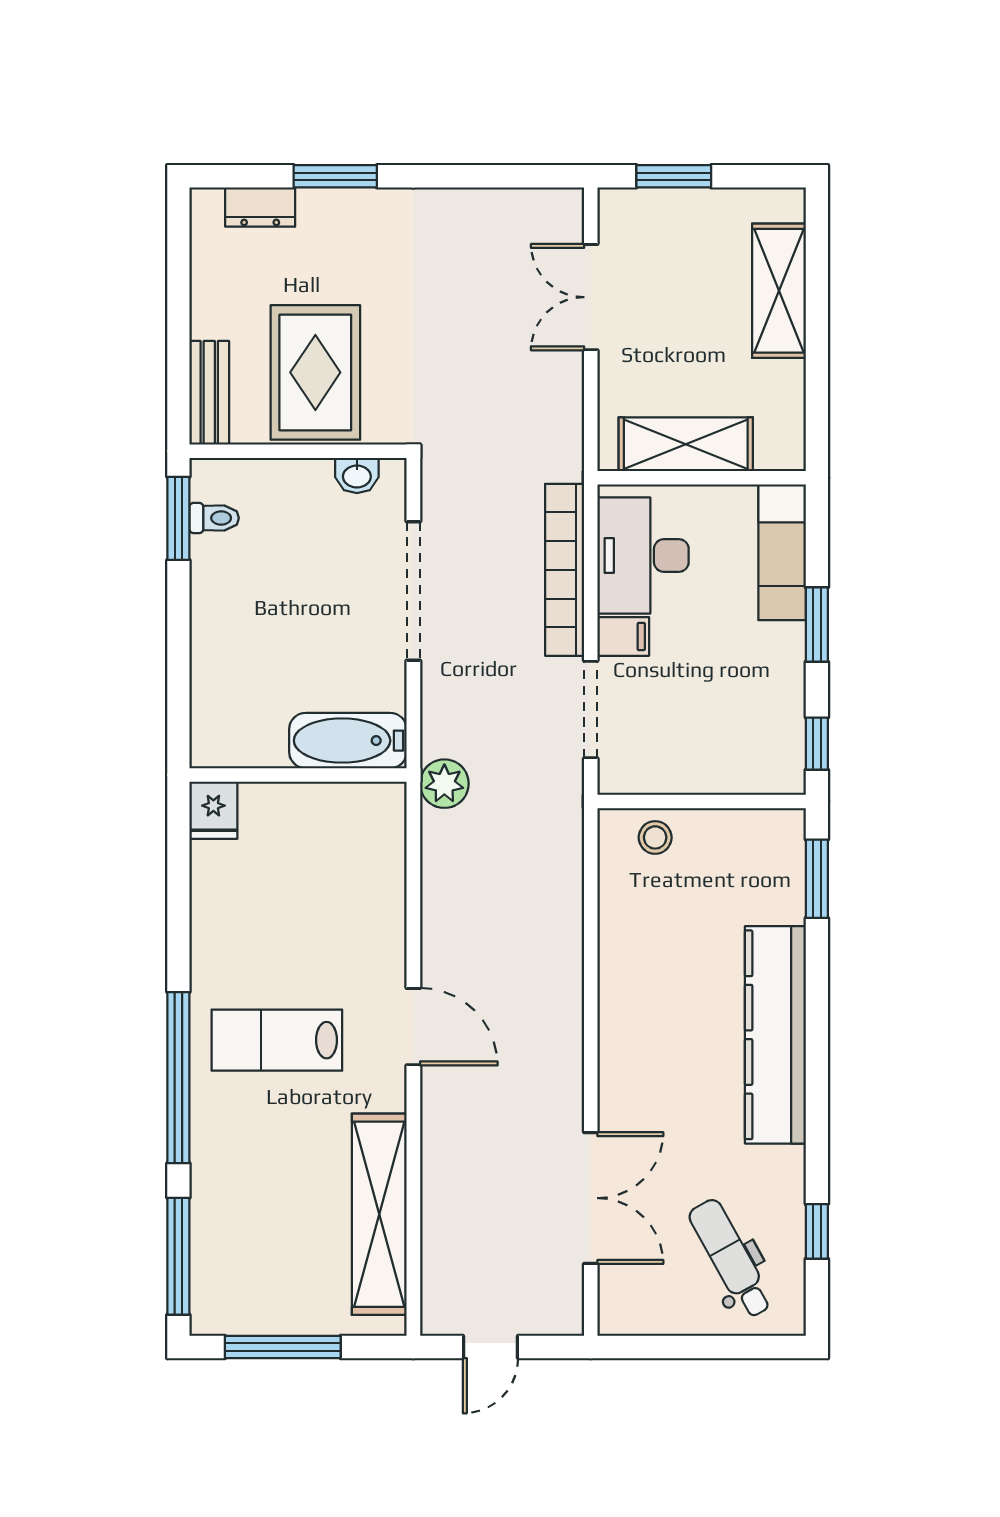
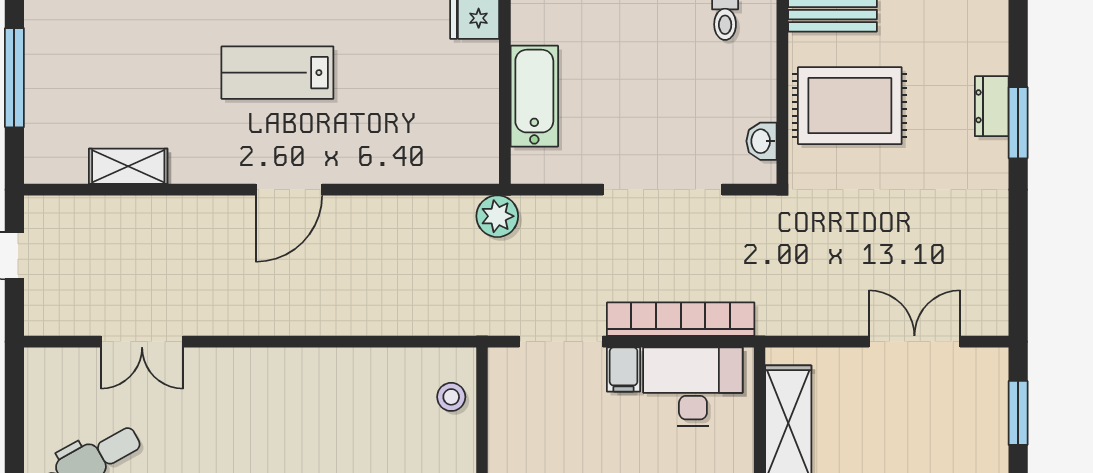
dresser: (260, 207) -> (992, 106), moved
bathtub: (348, 741) -> (534, 96), moved
lab bench: (277, 1040) -> (277, 73), turned -90
double door: (591, 1198) -> (142, 342), width x0.73
shelving: (379, 1214) -> (128, 166), width x0.45, depth x0.75

